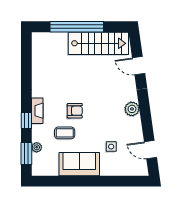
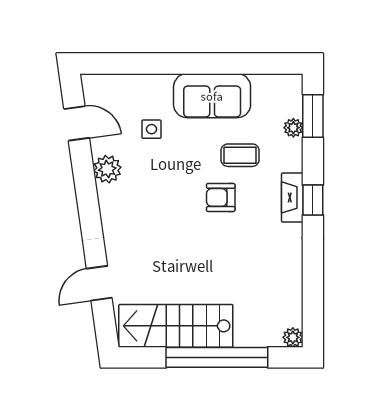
plant: (37, 37) -> (293, 337), added
door: (139, 66) -> (99, 283), swing flipped
plant: (132, 109) -> (107, 169), moved
window: (26, 120) -> (313, 200), moved

